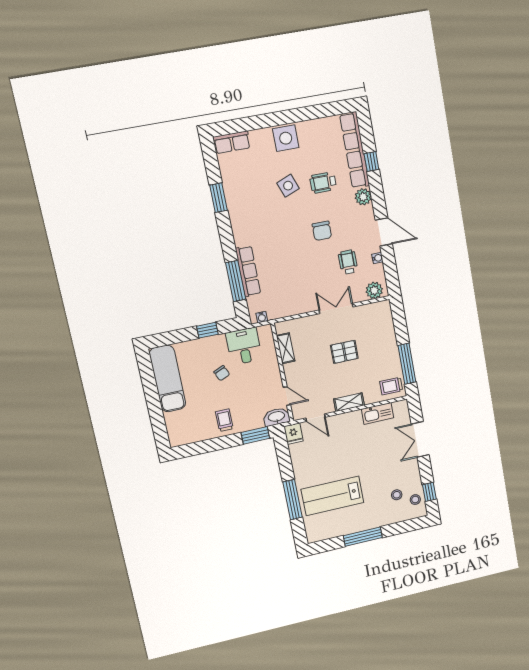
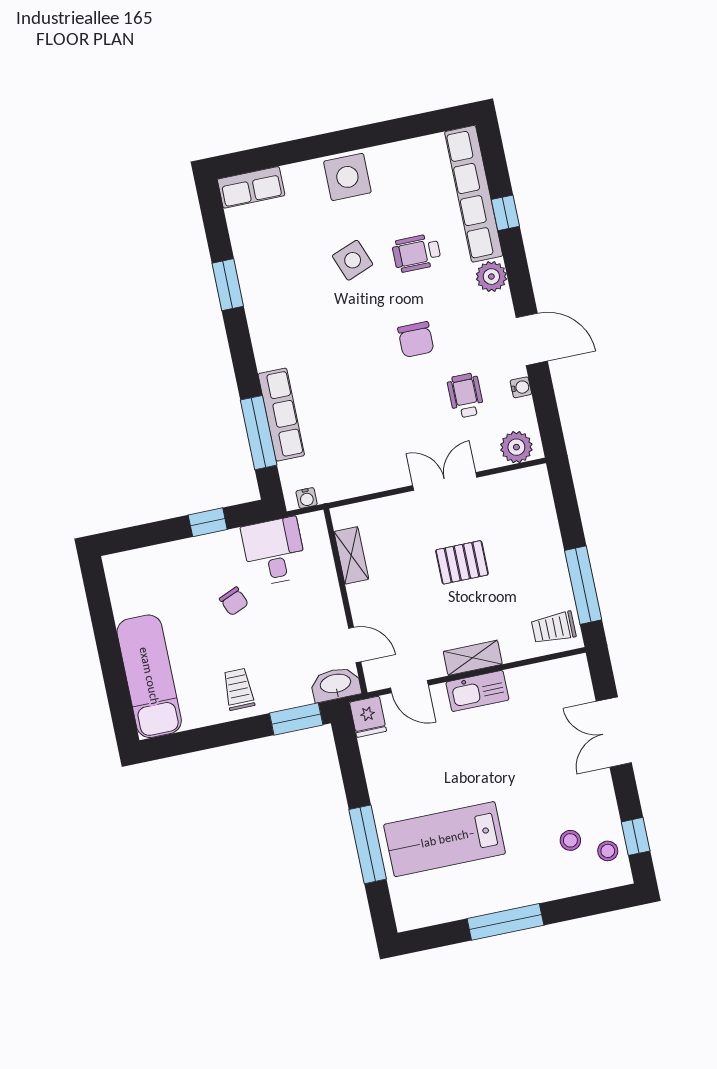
exam couch: (167, 379) -> (149, 676), moved
kitchen sink: (377, 414) -> (477, 691), moved

